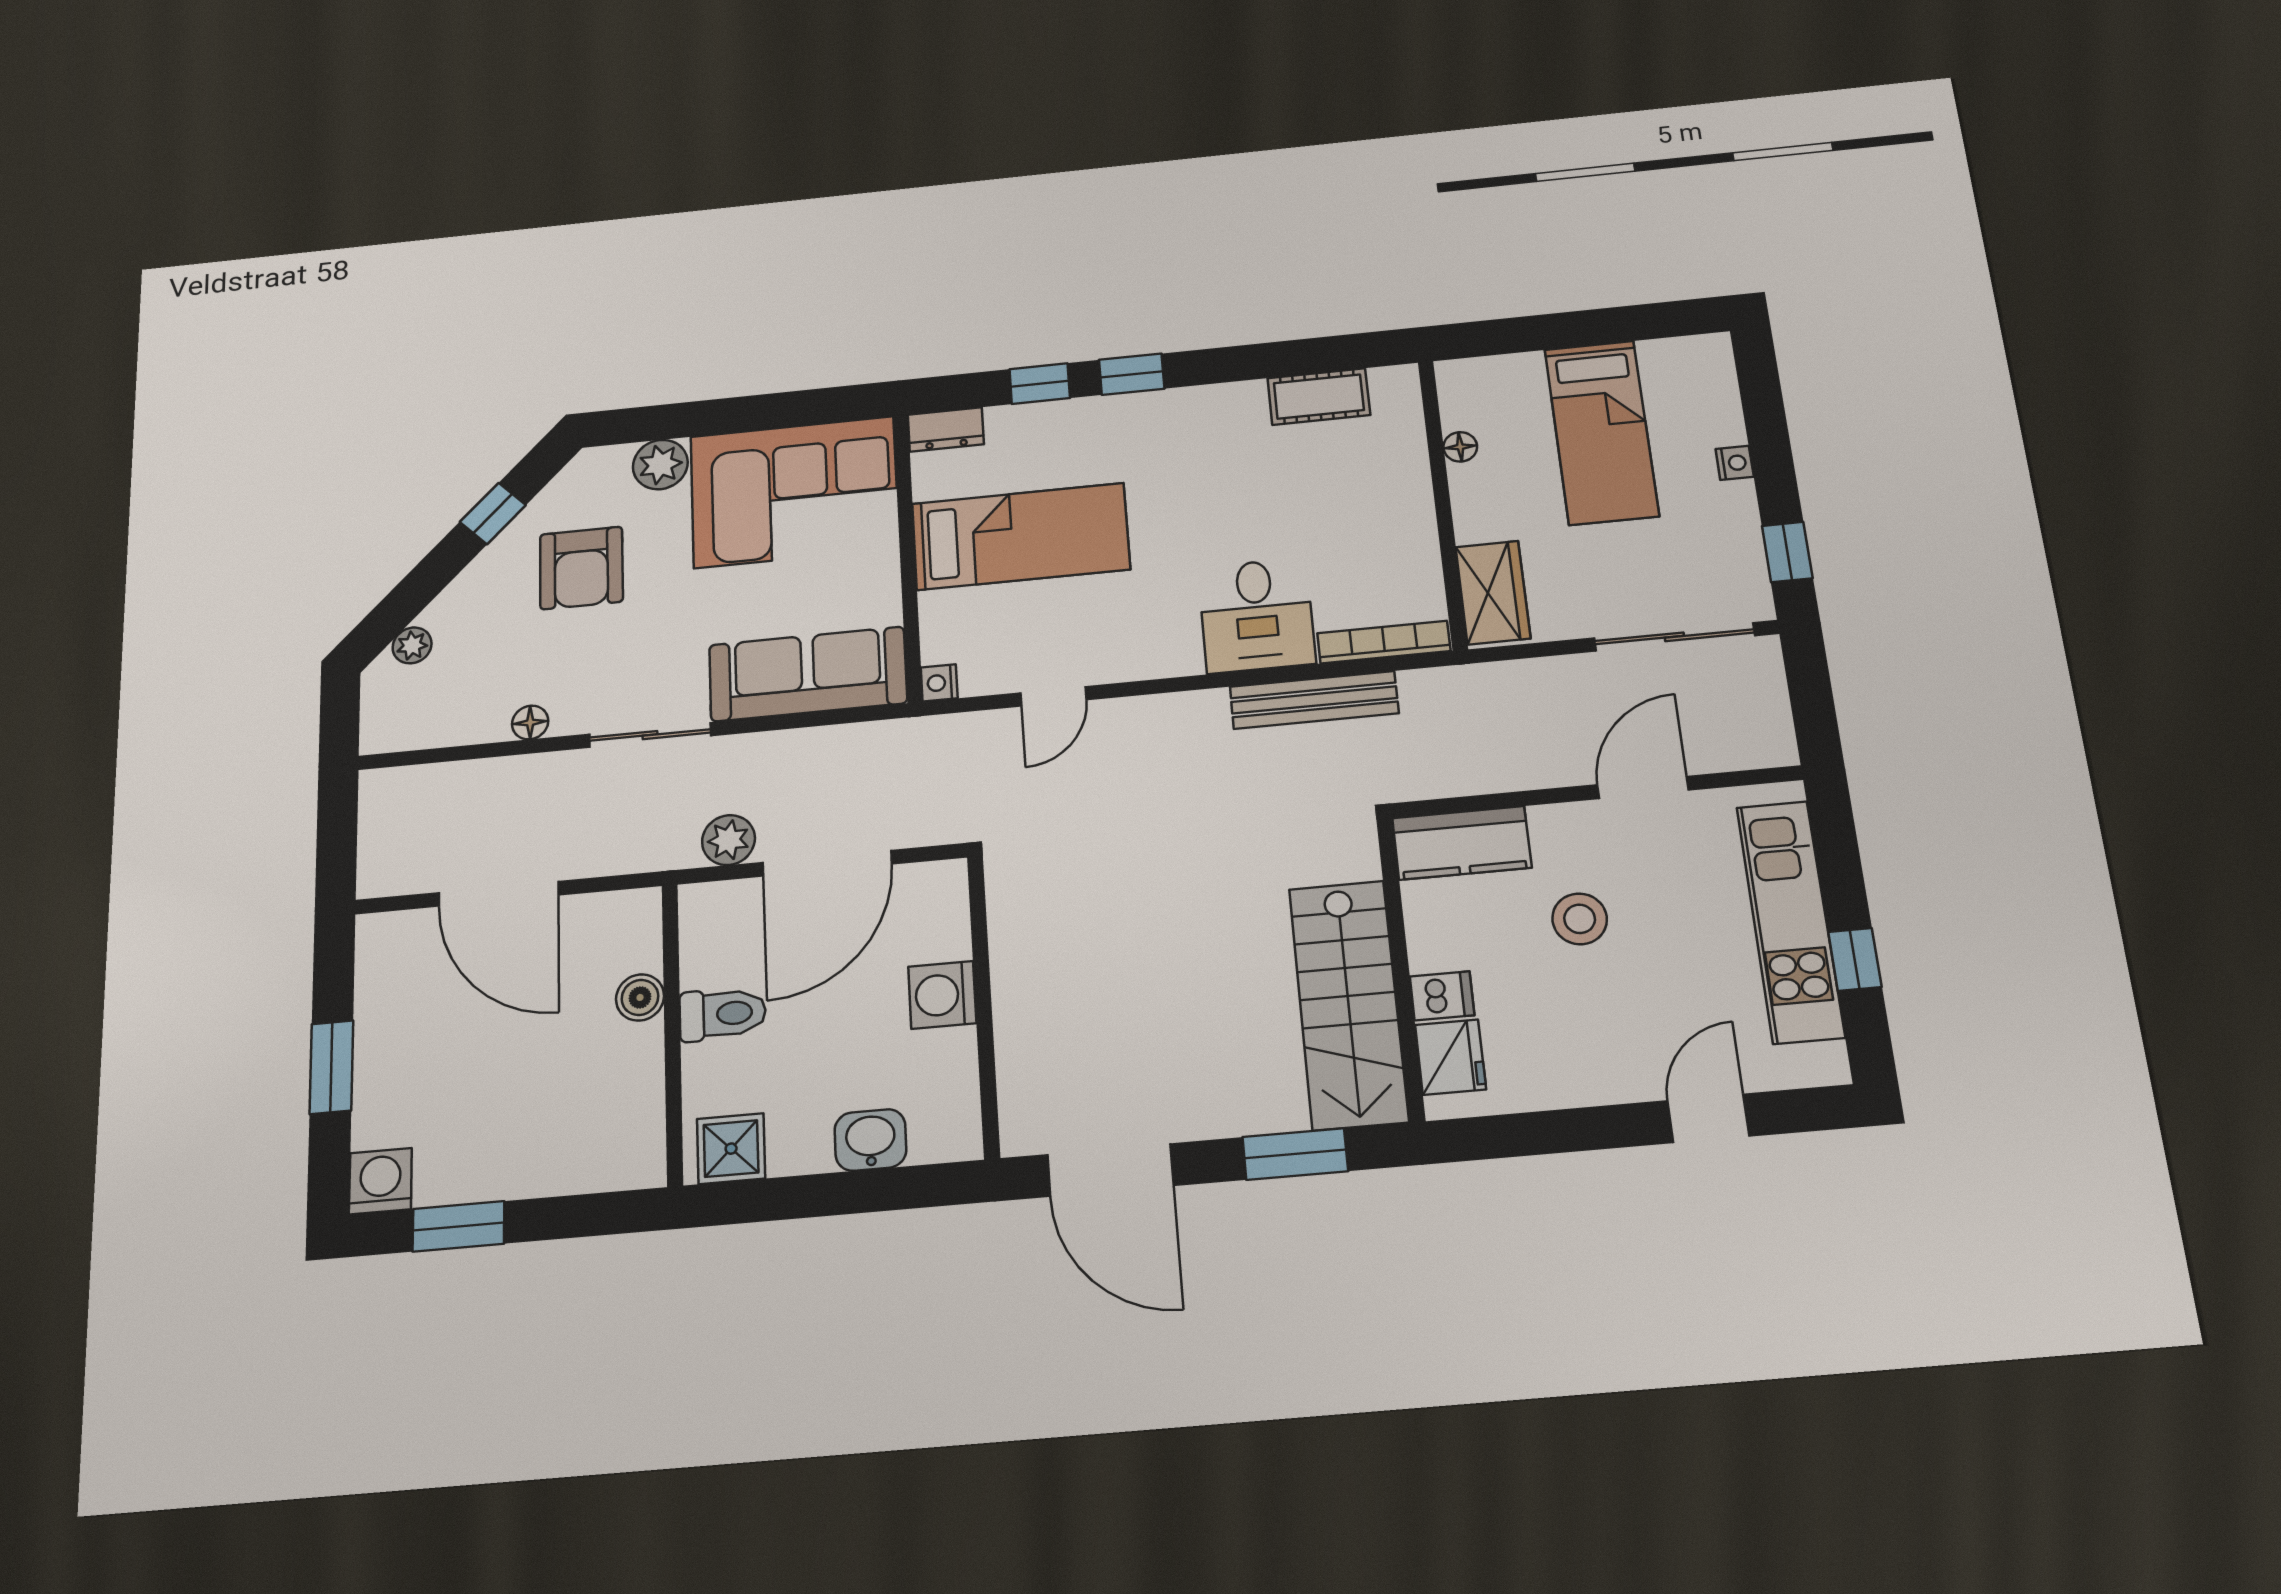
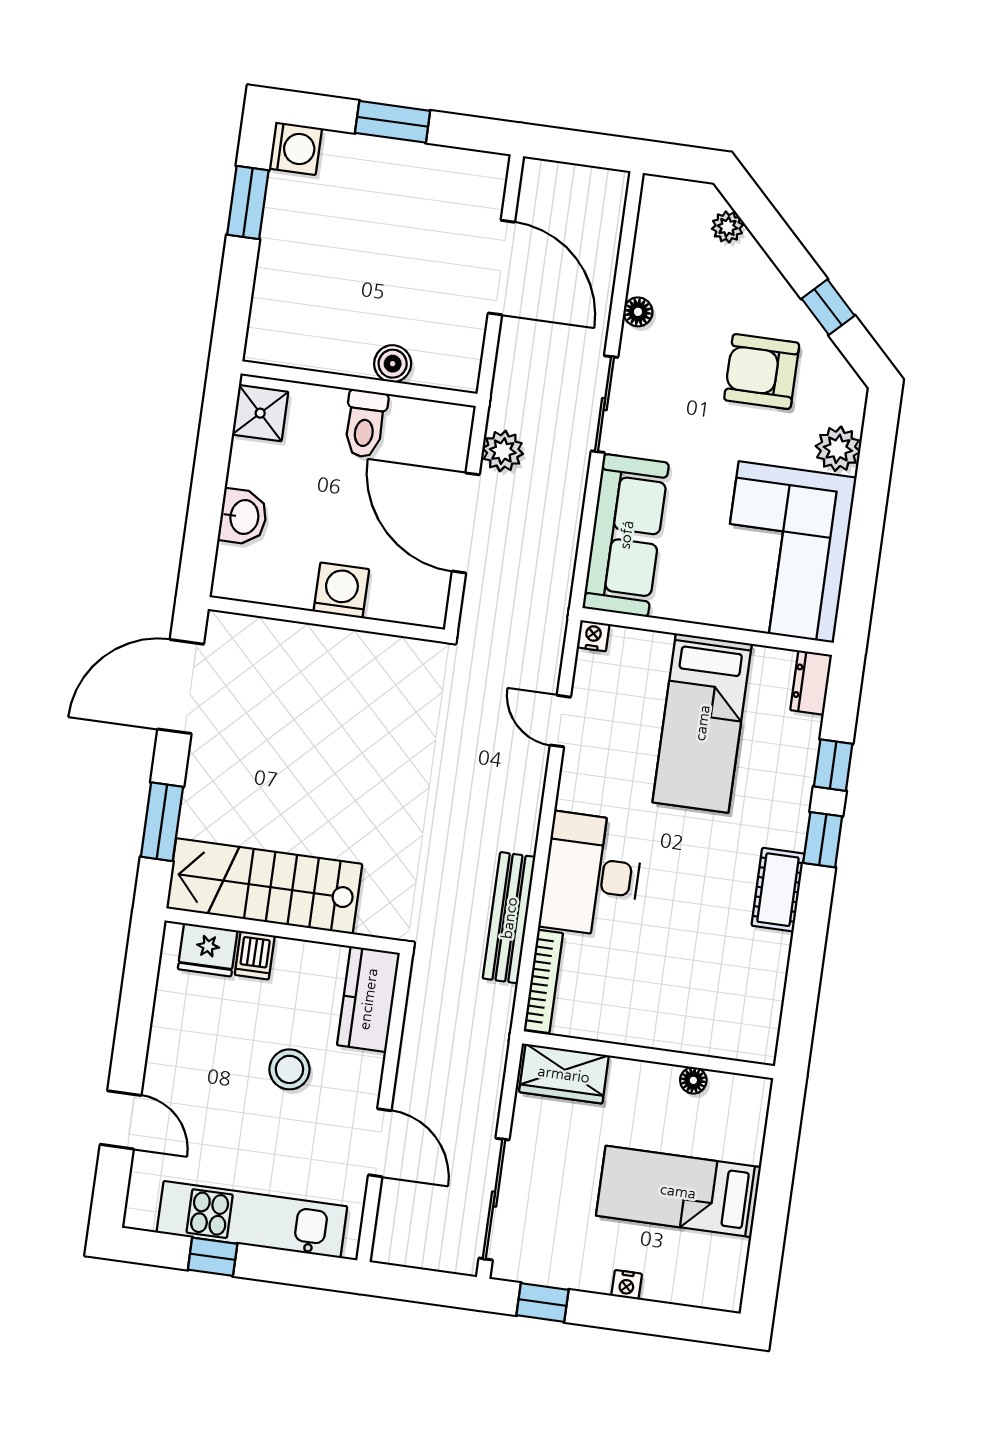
cot: (1319, 397) -> (778, 890), moved
desk: (1257, 615) -> (592, 875), width x1.37
door: (499, 894) -> (501, 268), swing flipped

